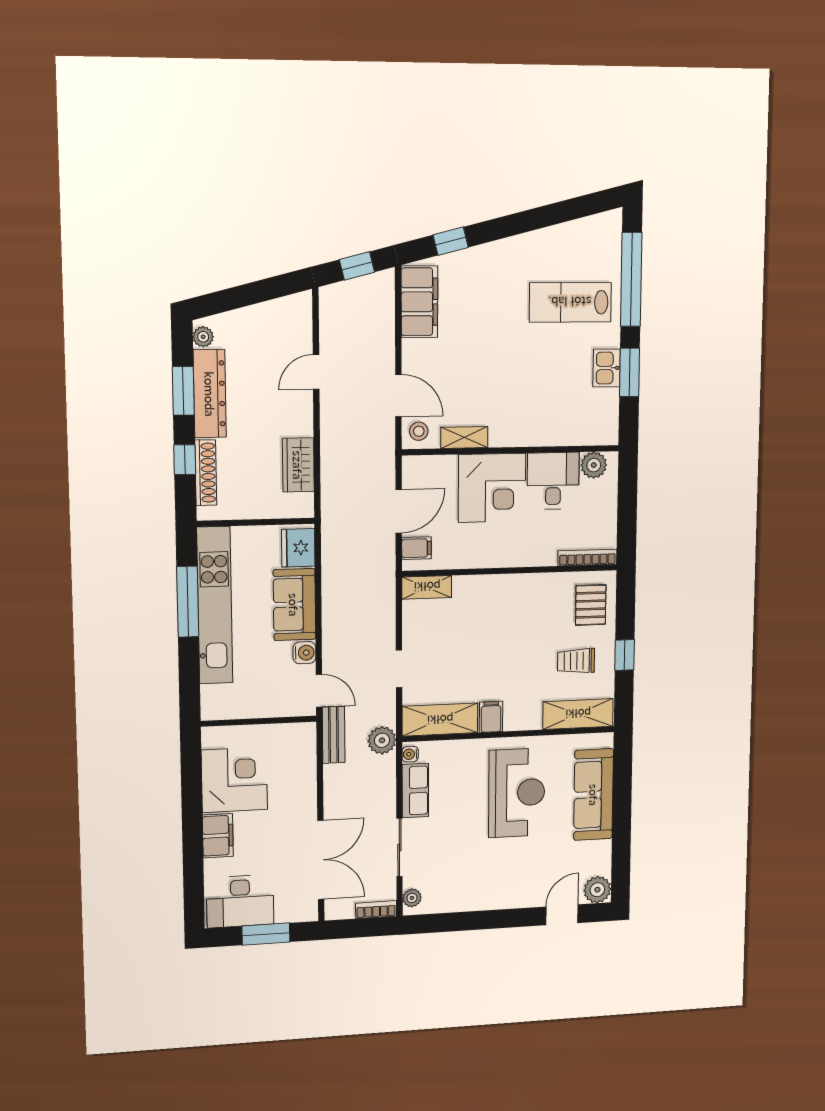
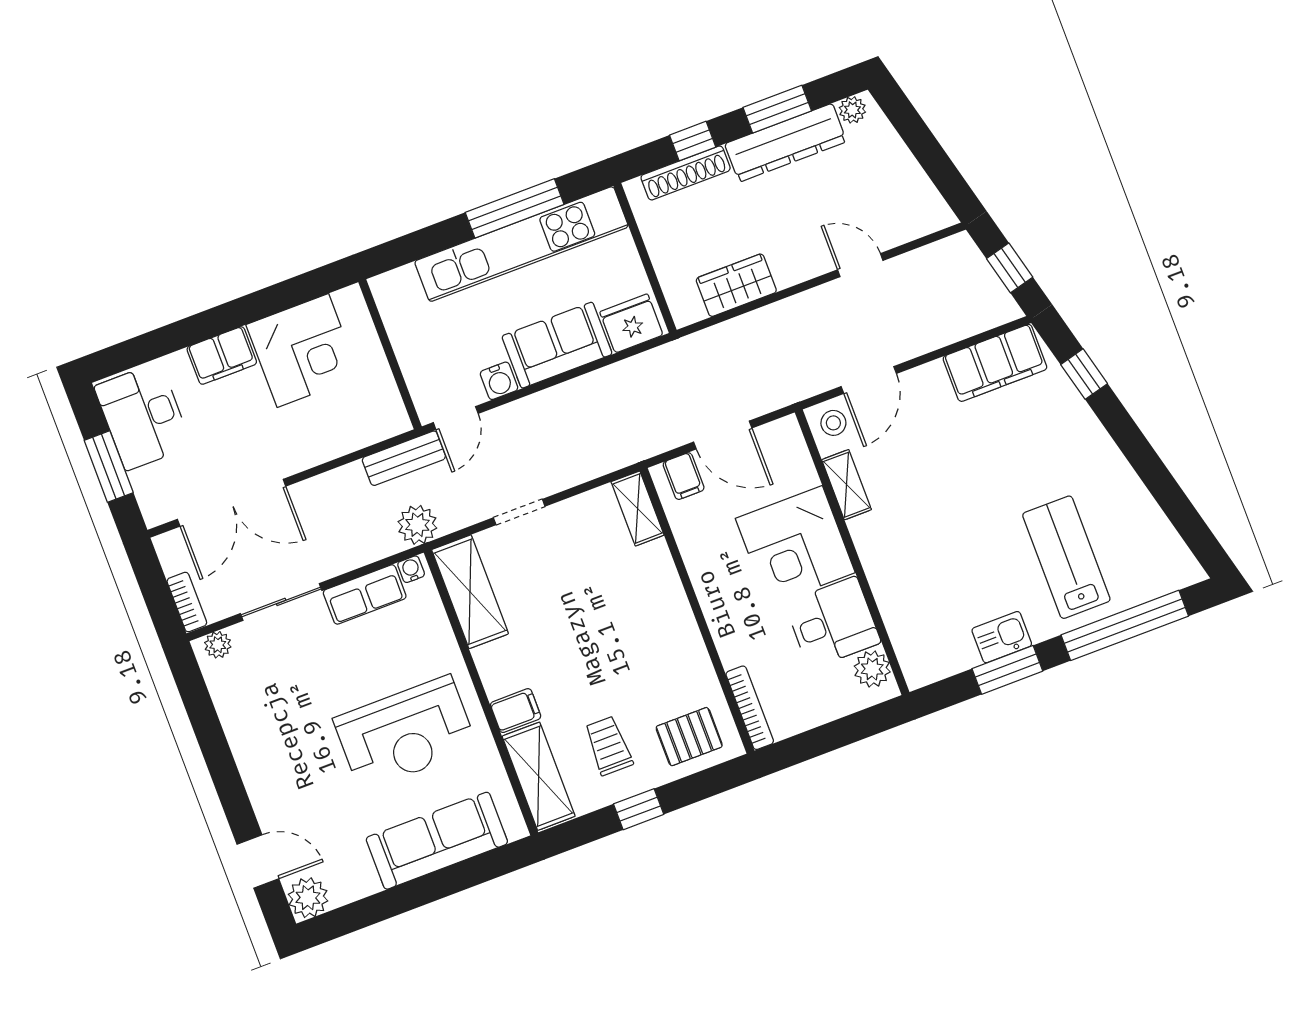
filing cabinet: (491, 717) -> (516, 711), moved

